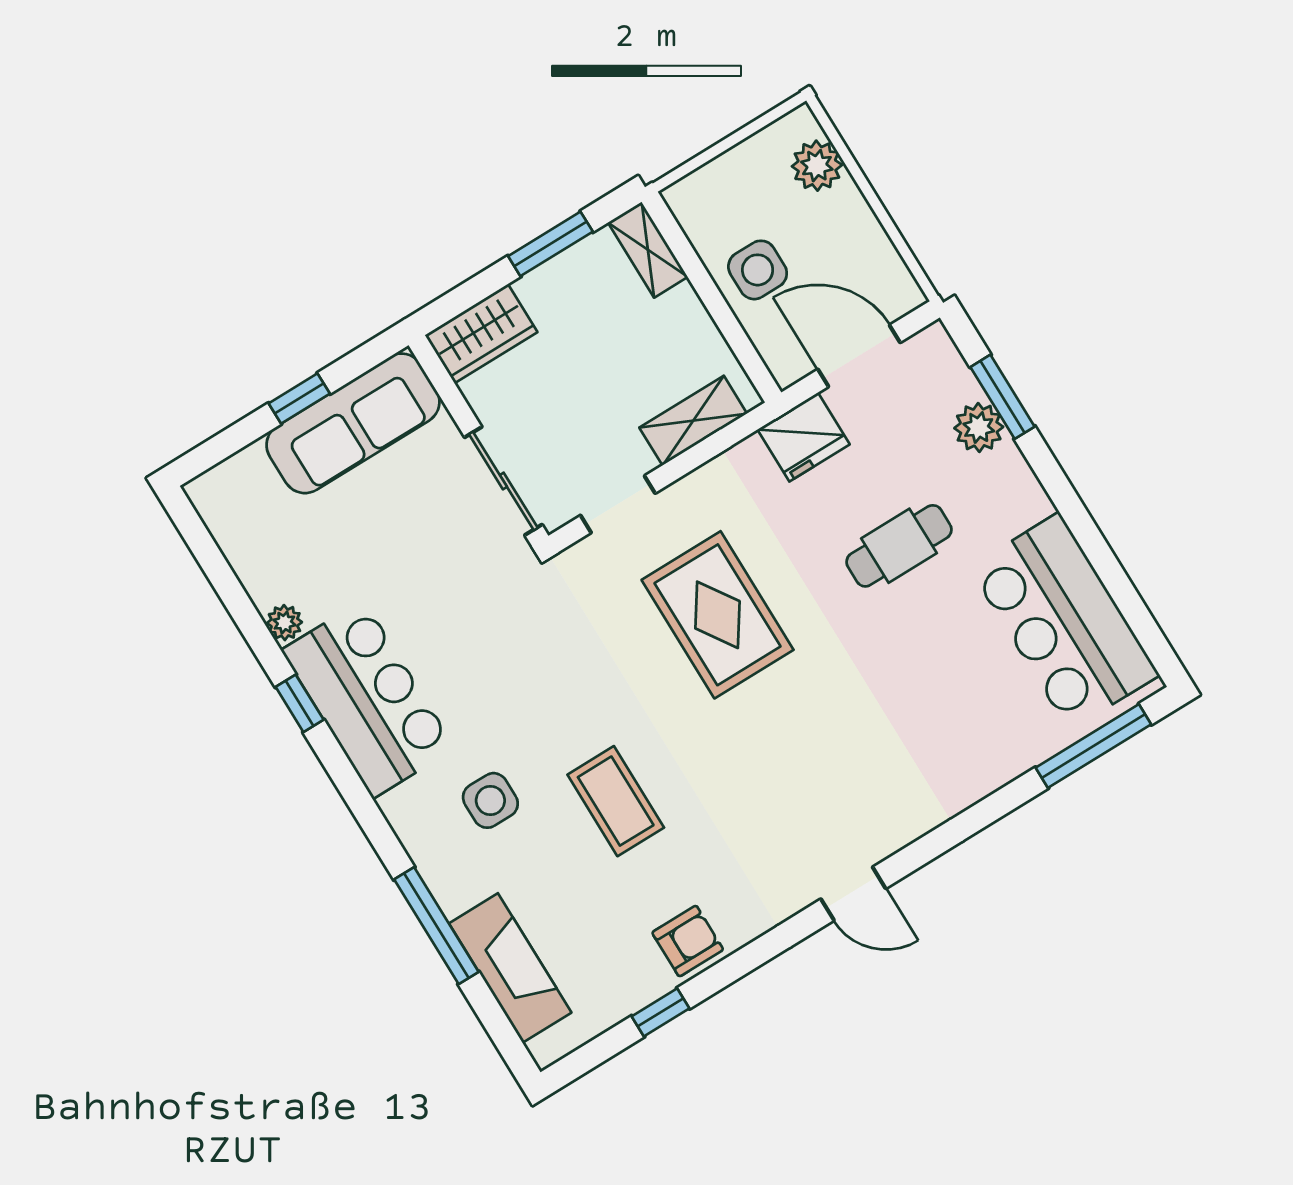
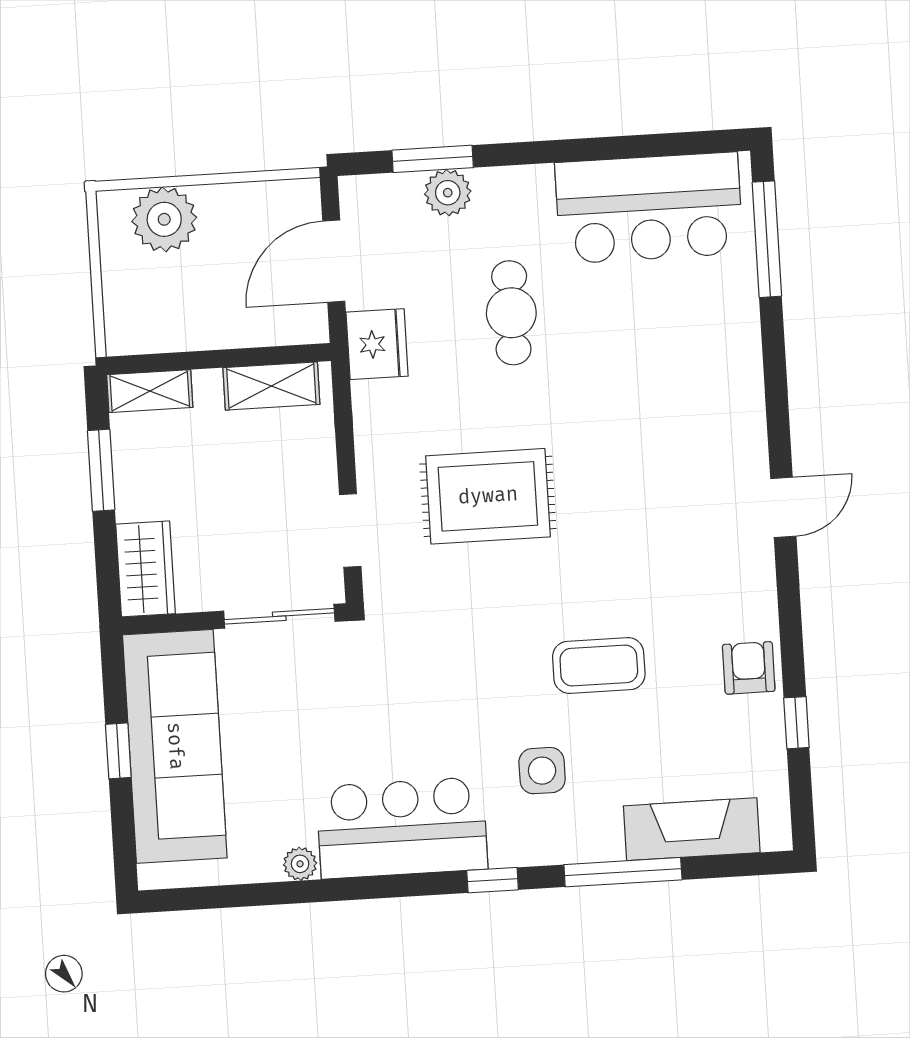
plant: (817, 166) -> (164, 219), width x1.36, depth x1.36
side table: (758, 270) -> (216, 308), removed
shelving: (693, 421) -> (271, 386), moved, turned 90
sofa: (353, 423) -> (175, 746), width x1.36, depth x1.27
window: (300, 703) -> (493, 880), moved

